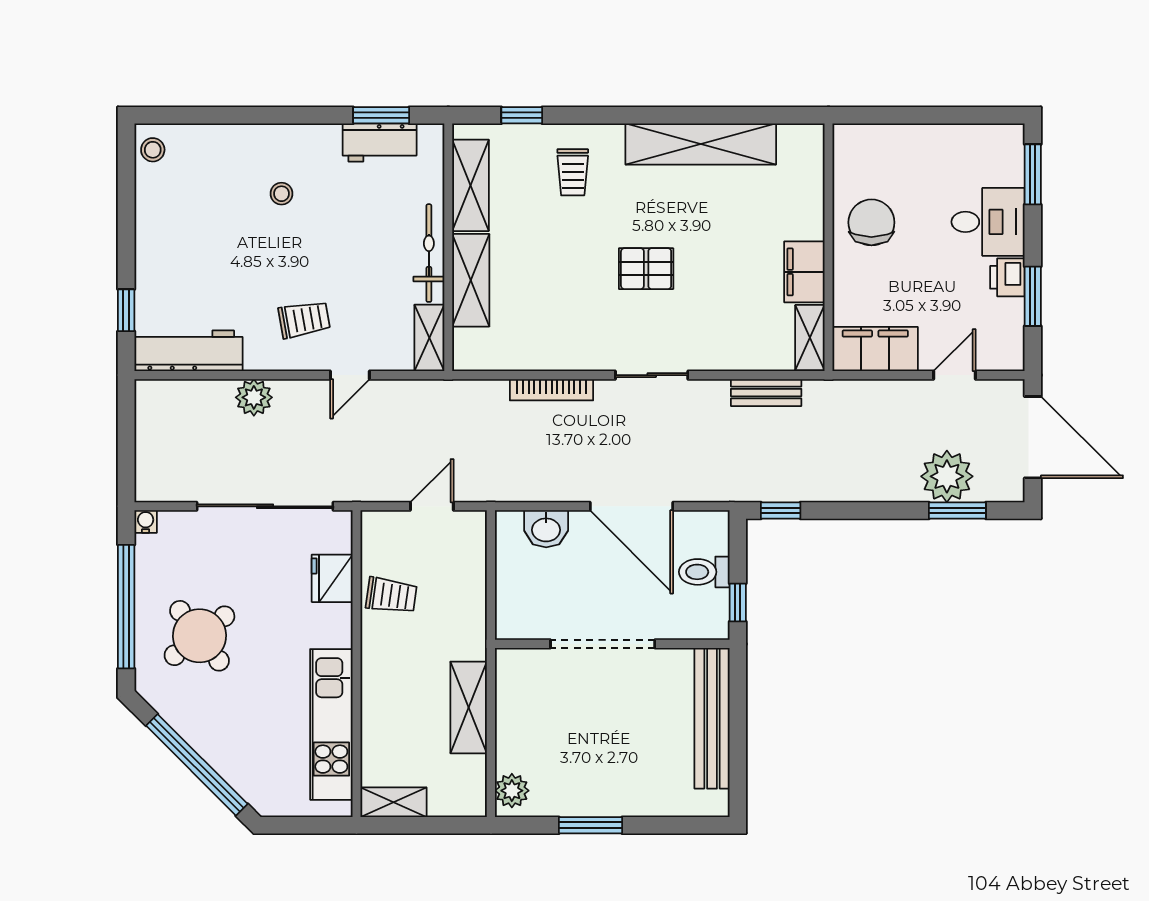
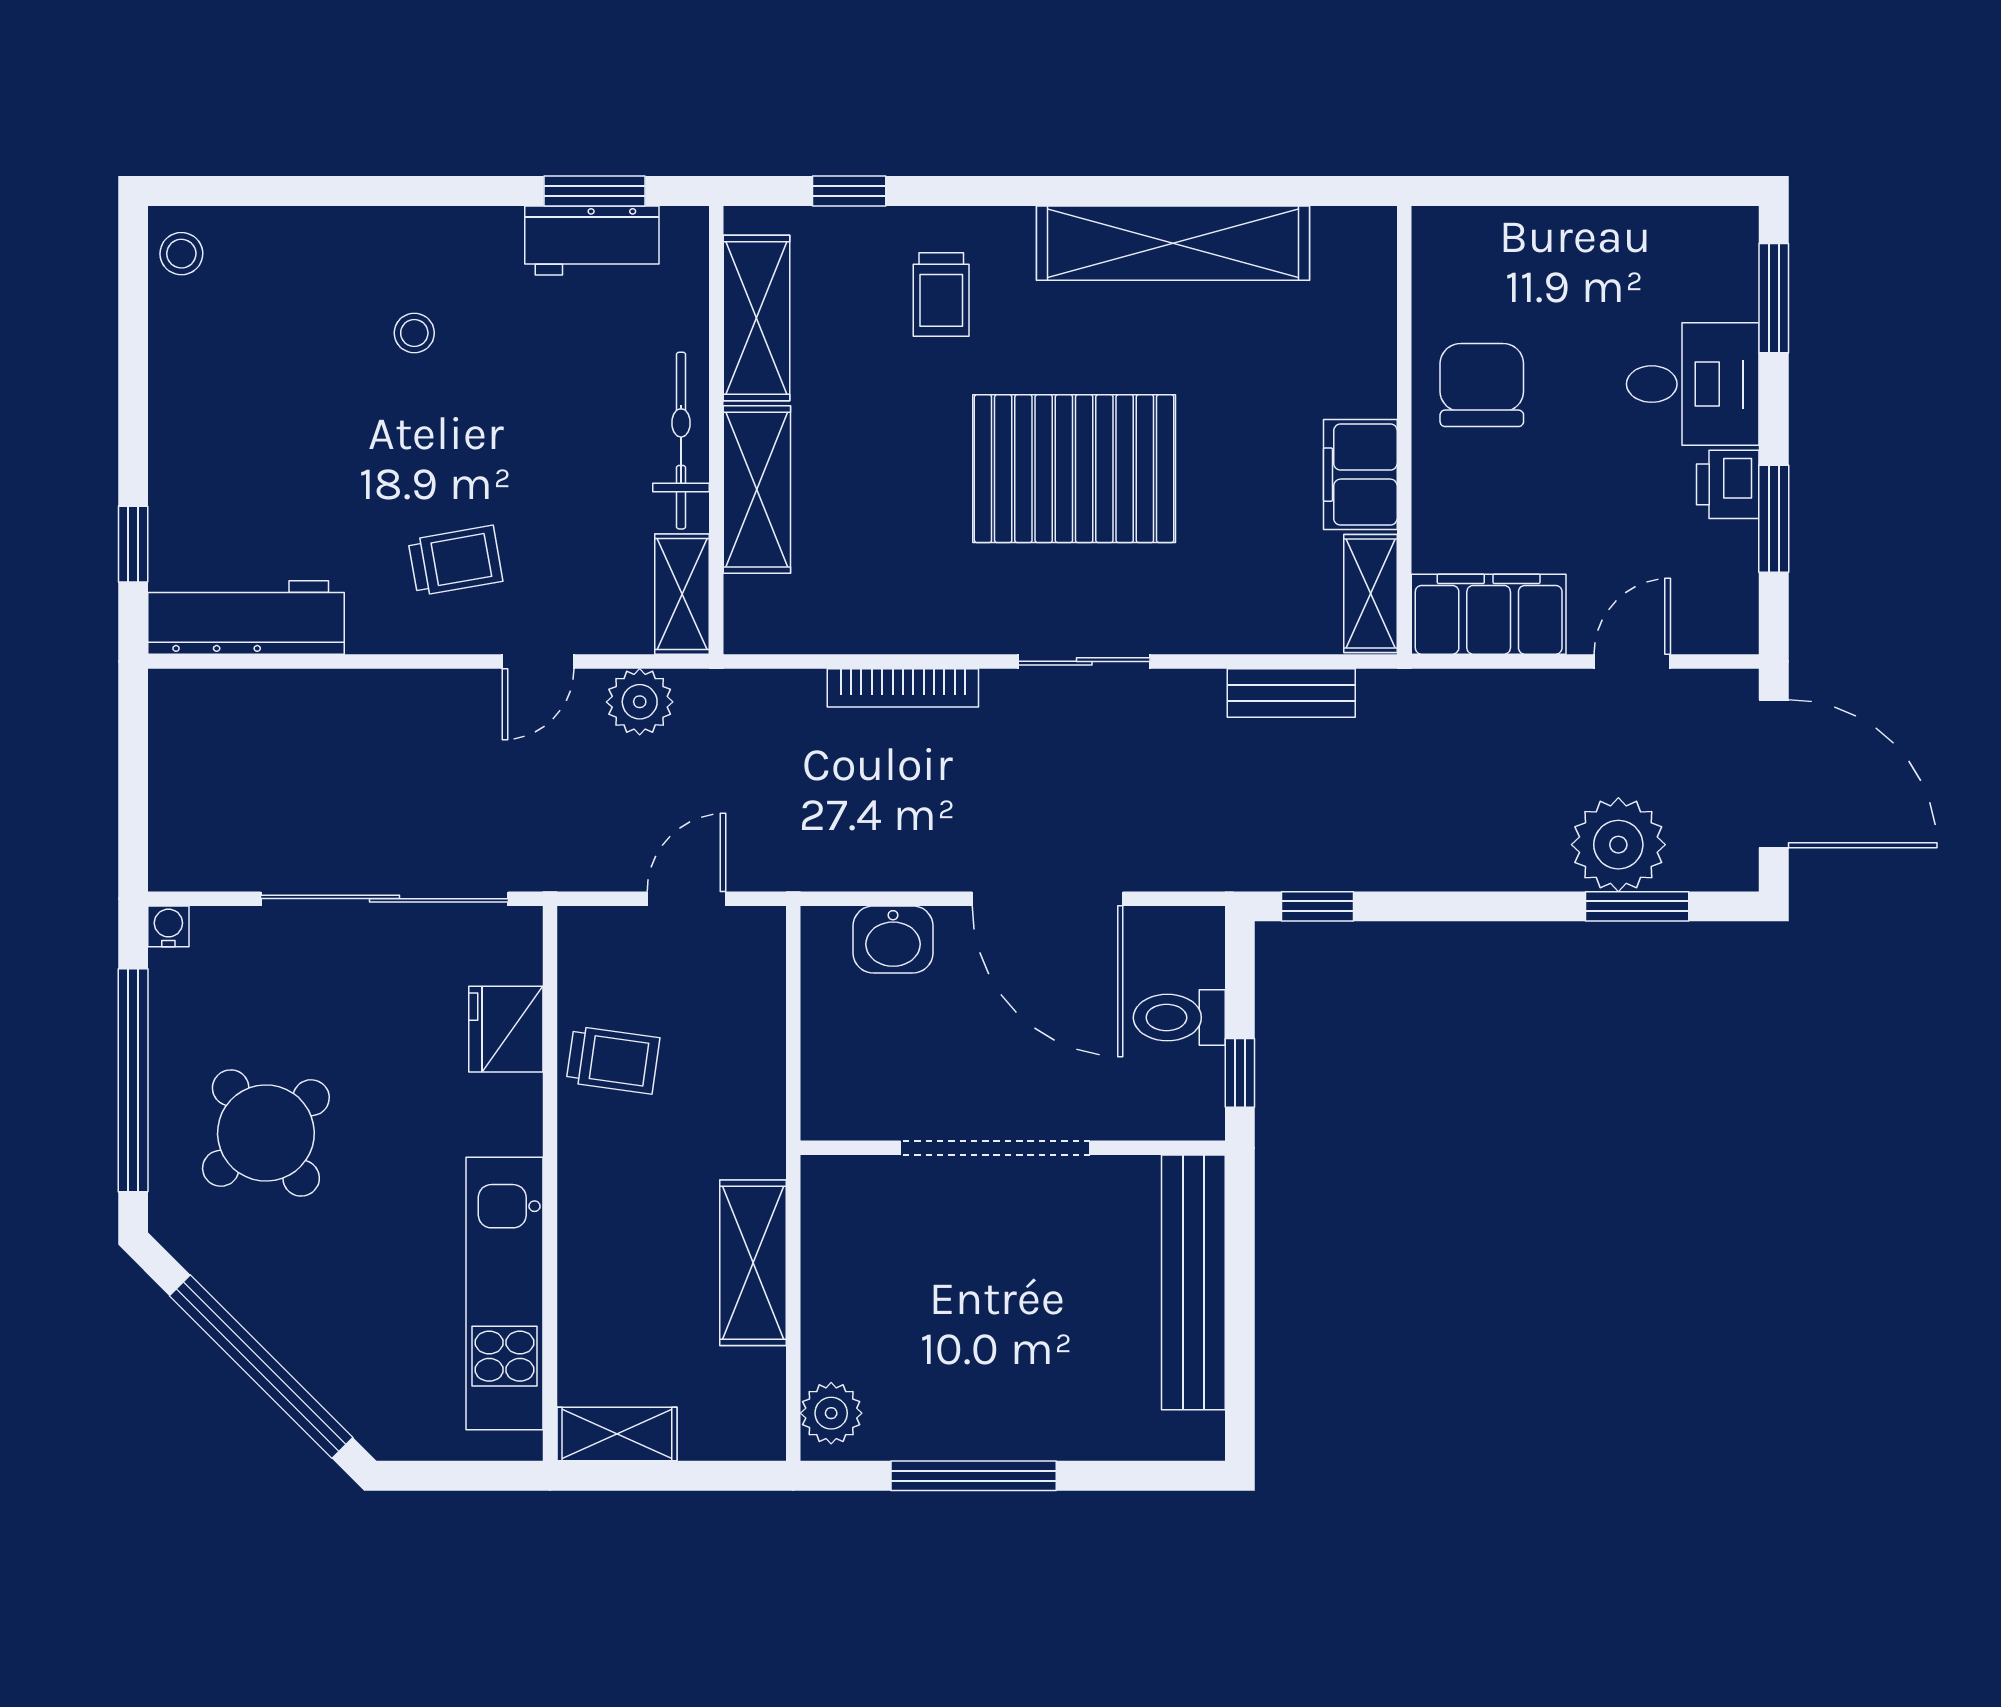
pallet: (646, 269) -> (1074, 469), width x2.05, depth x2.00
plant: (254, 397) -> (640, 702), moved
window: (591, 825) -> (974, 1476), width x1.44

